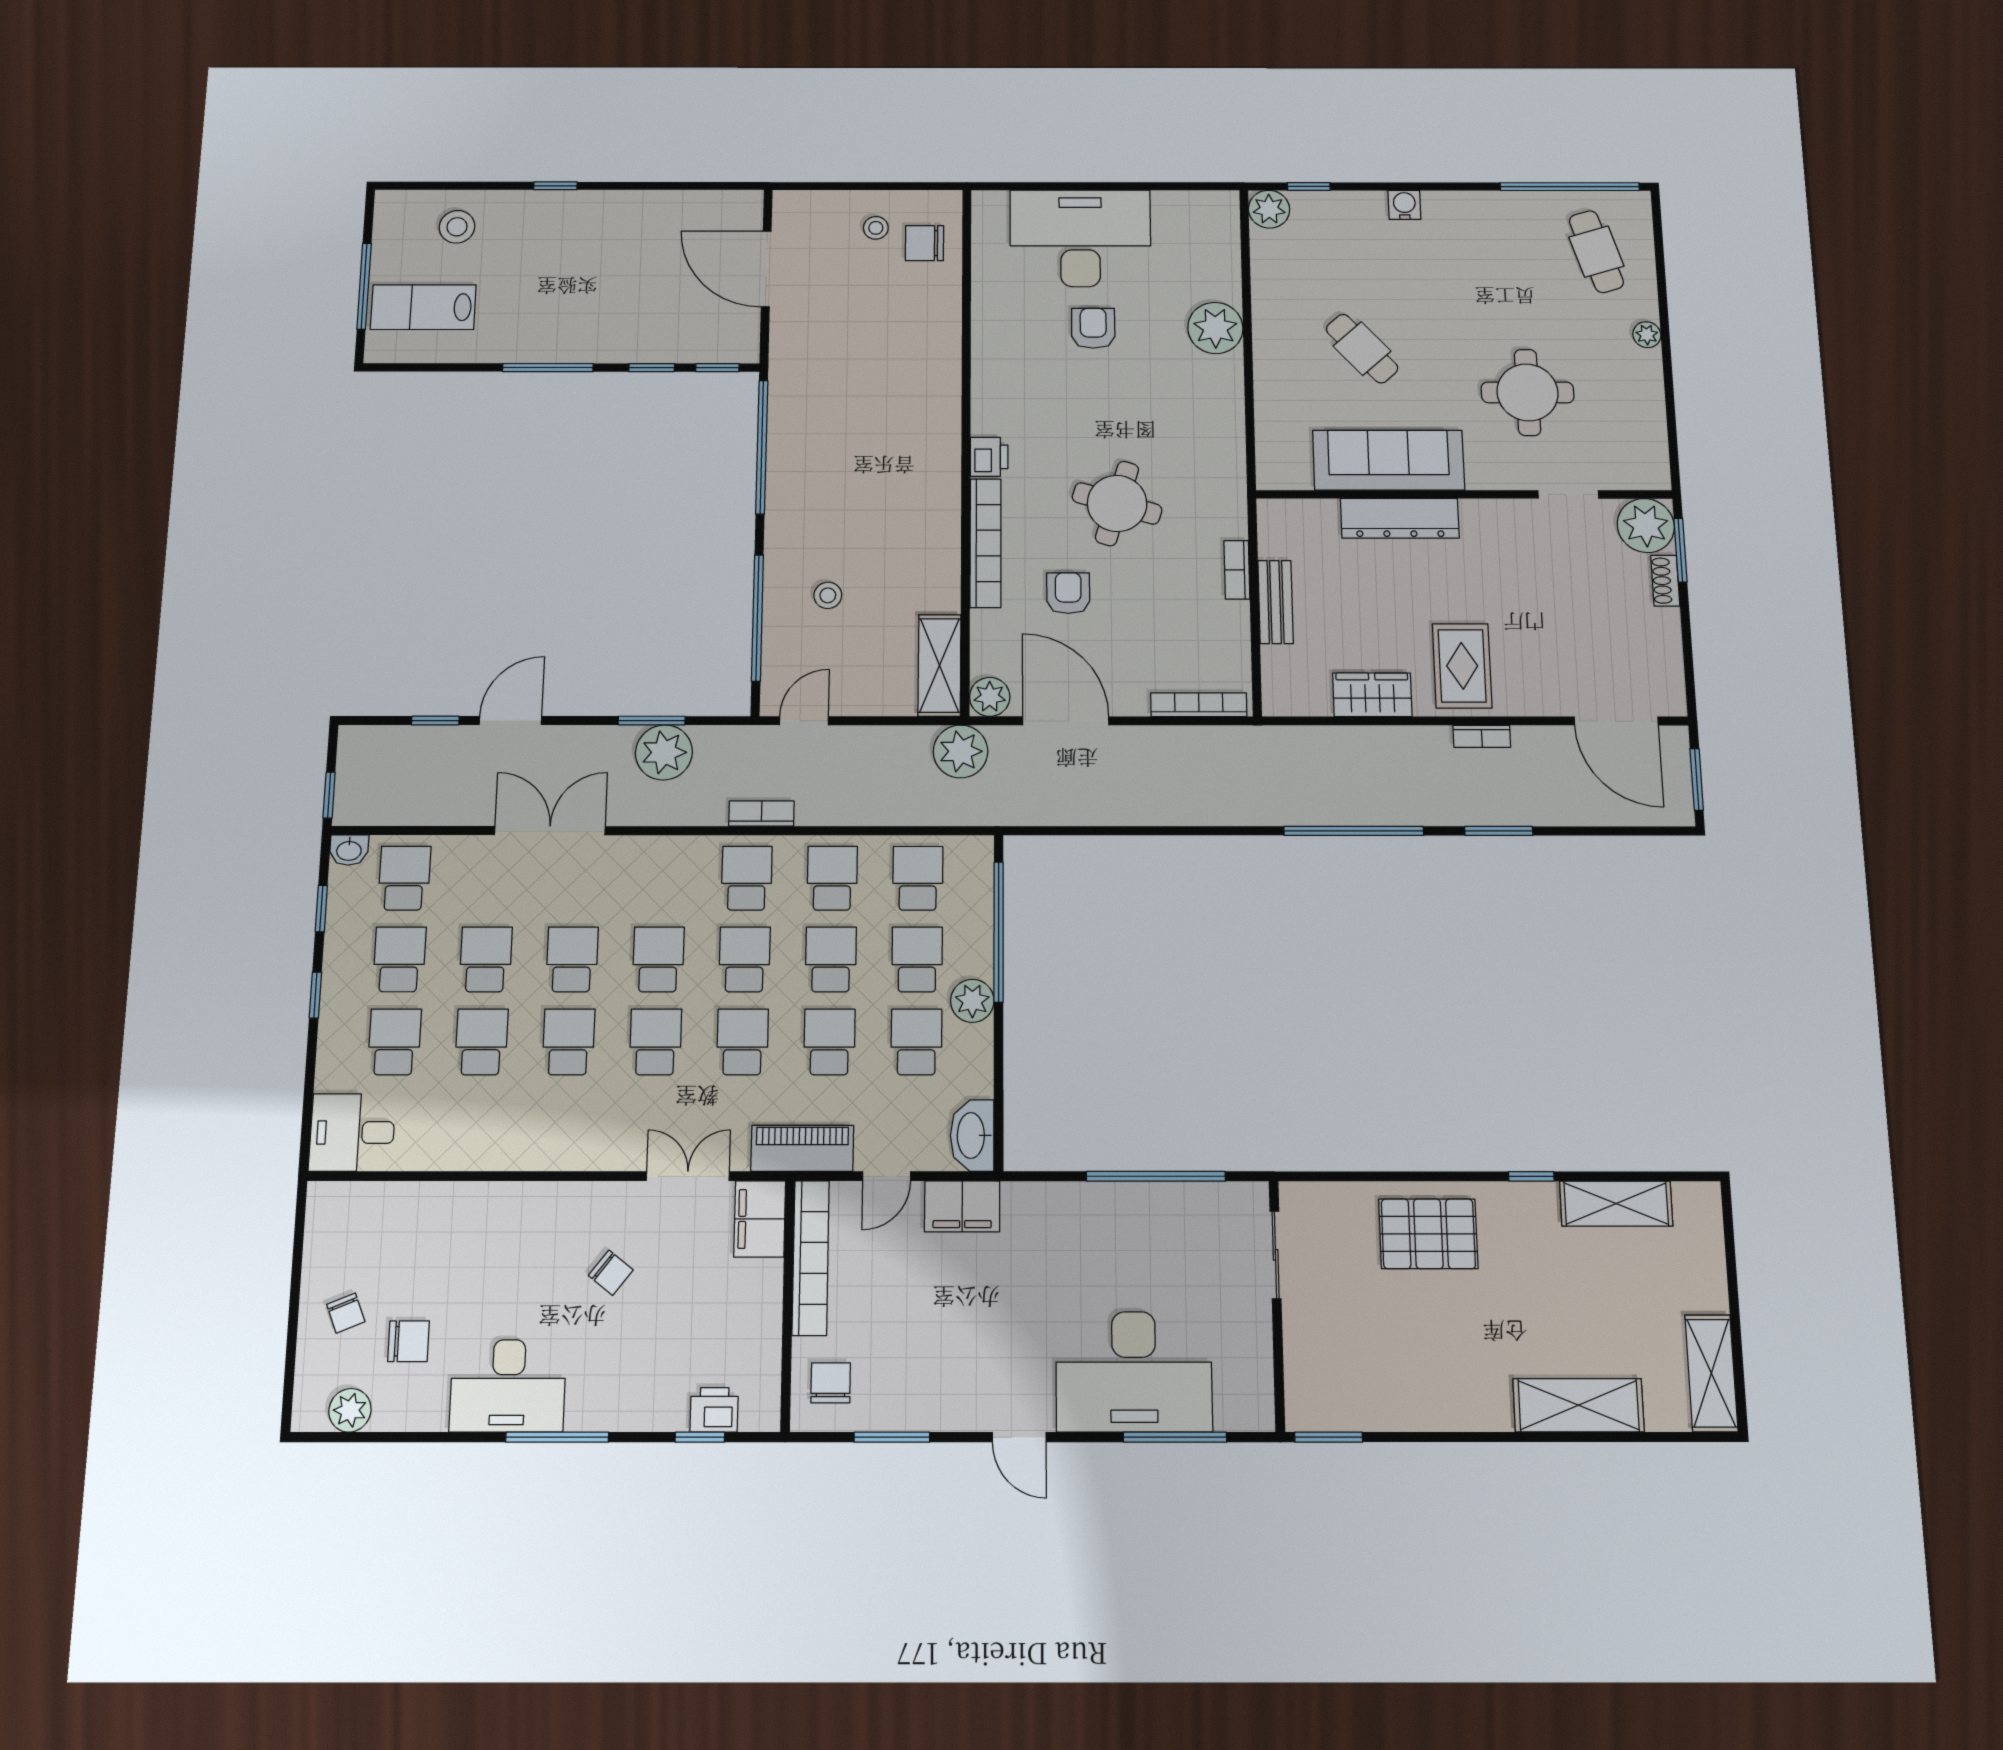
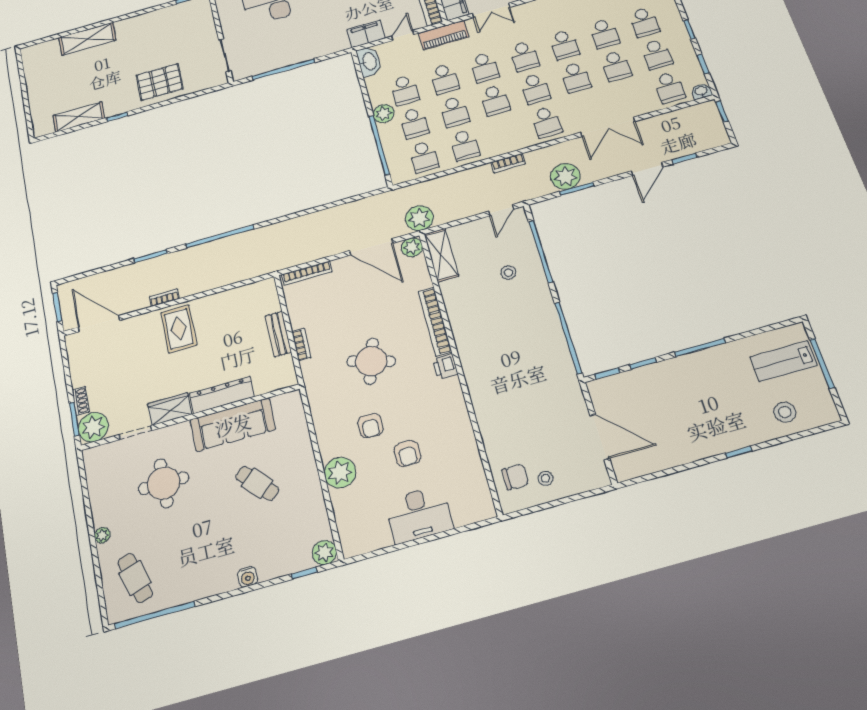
desk: (1080, 238) -> (419, 514), width x0.73, depth x0.77
lab bench: (423, 307) -> (783, 361), turned 180
armchair: (1068, 593) -> (370, 426), moved
wardrobe: (1372, 695) -> (170, 409), moved, turned 180
school desk: (747, 878) -> (546, 122), moved
shelving: (1711, 1373) -> (33, 66), removed

